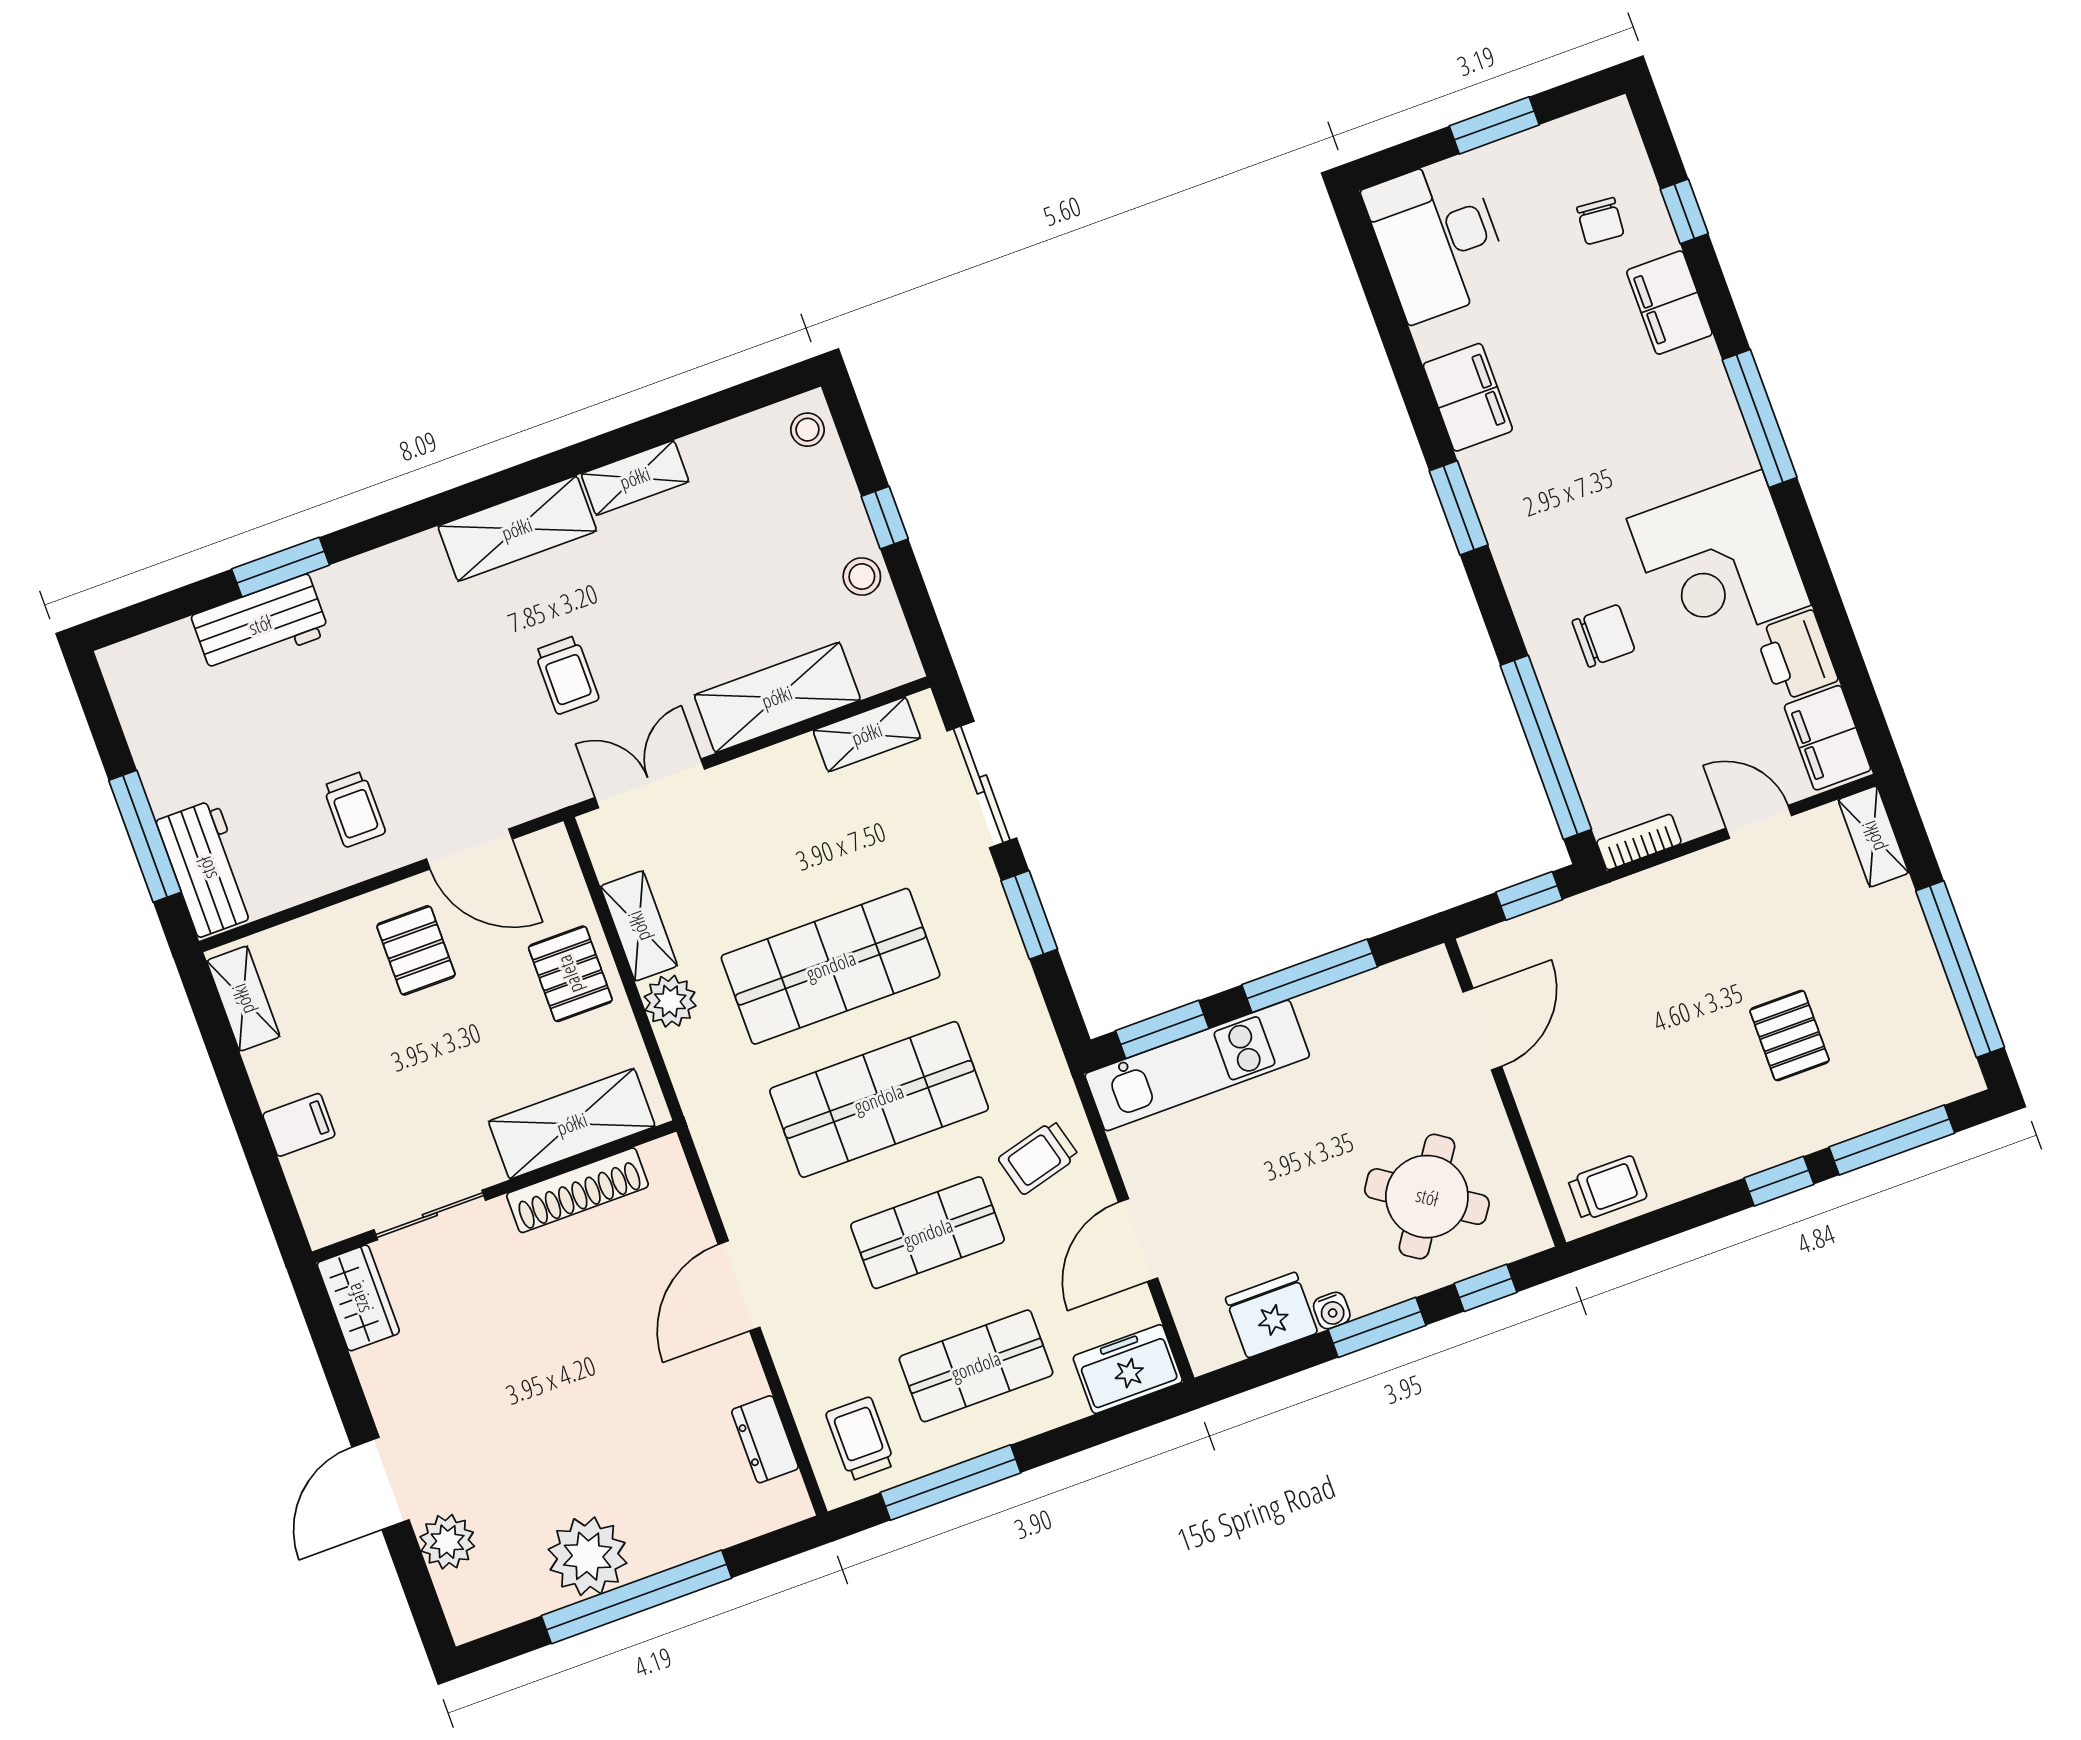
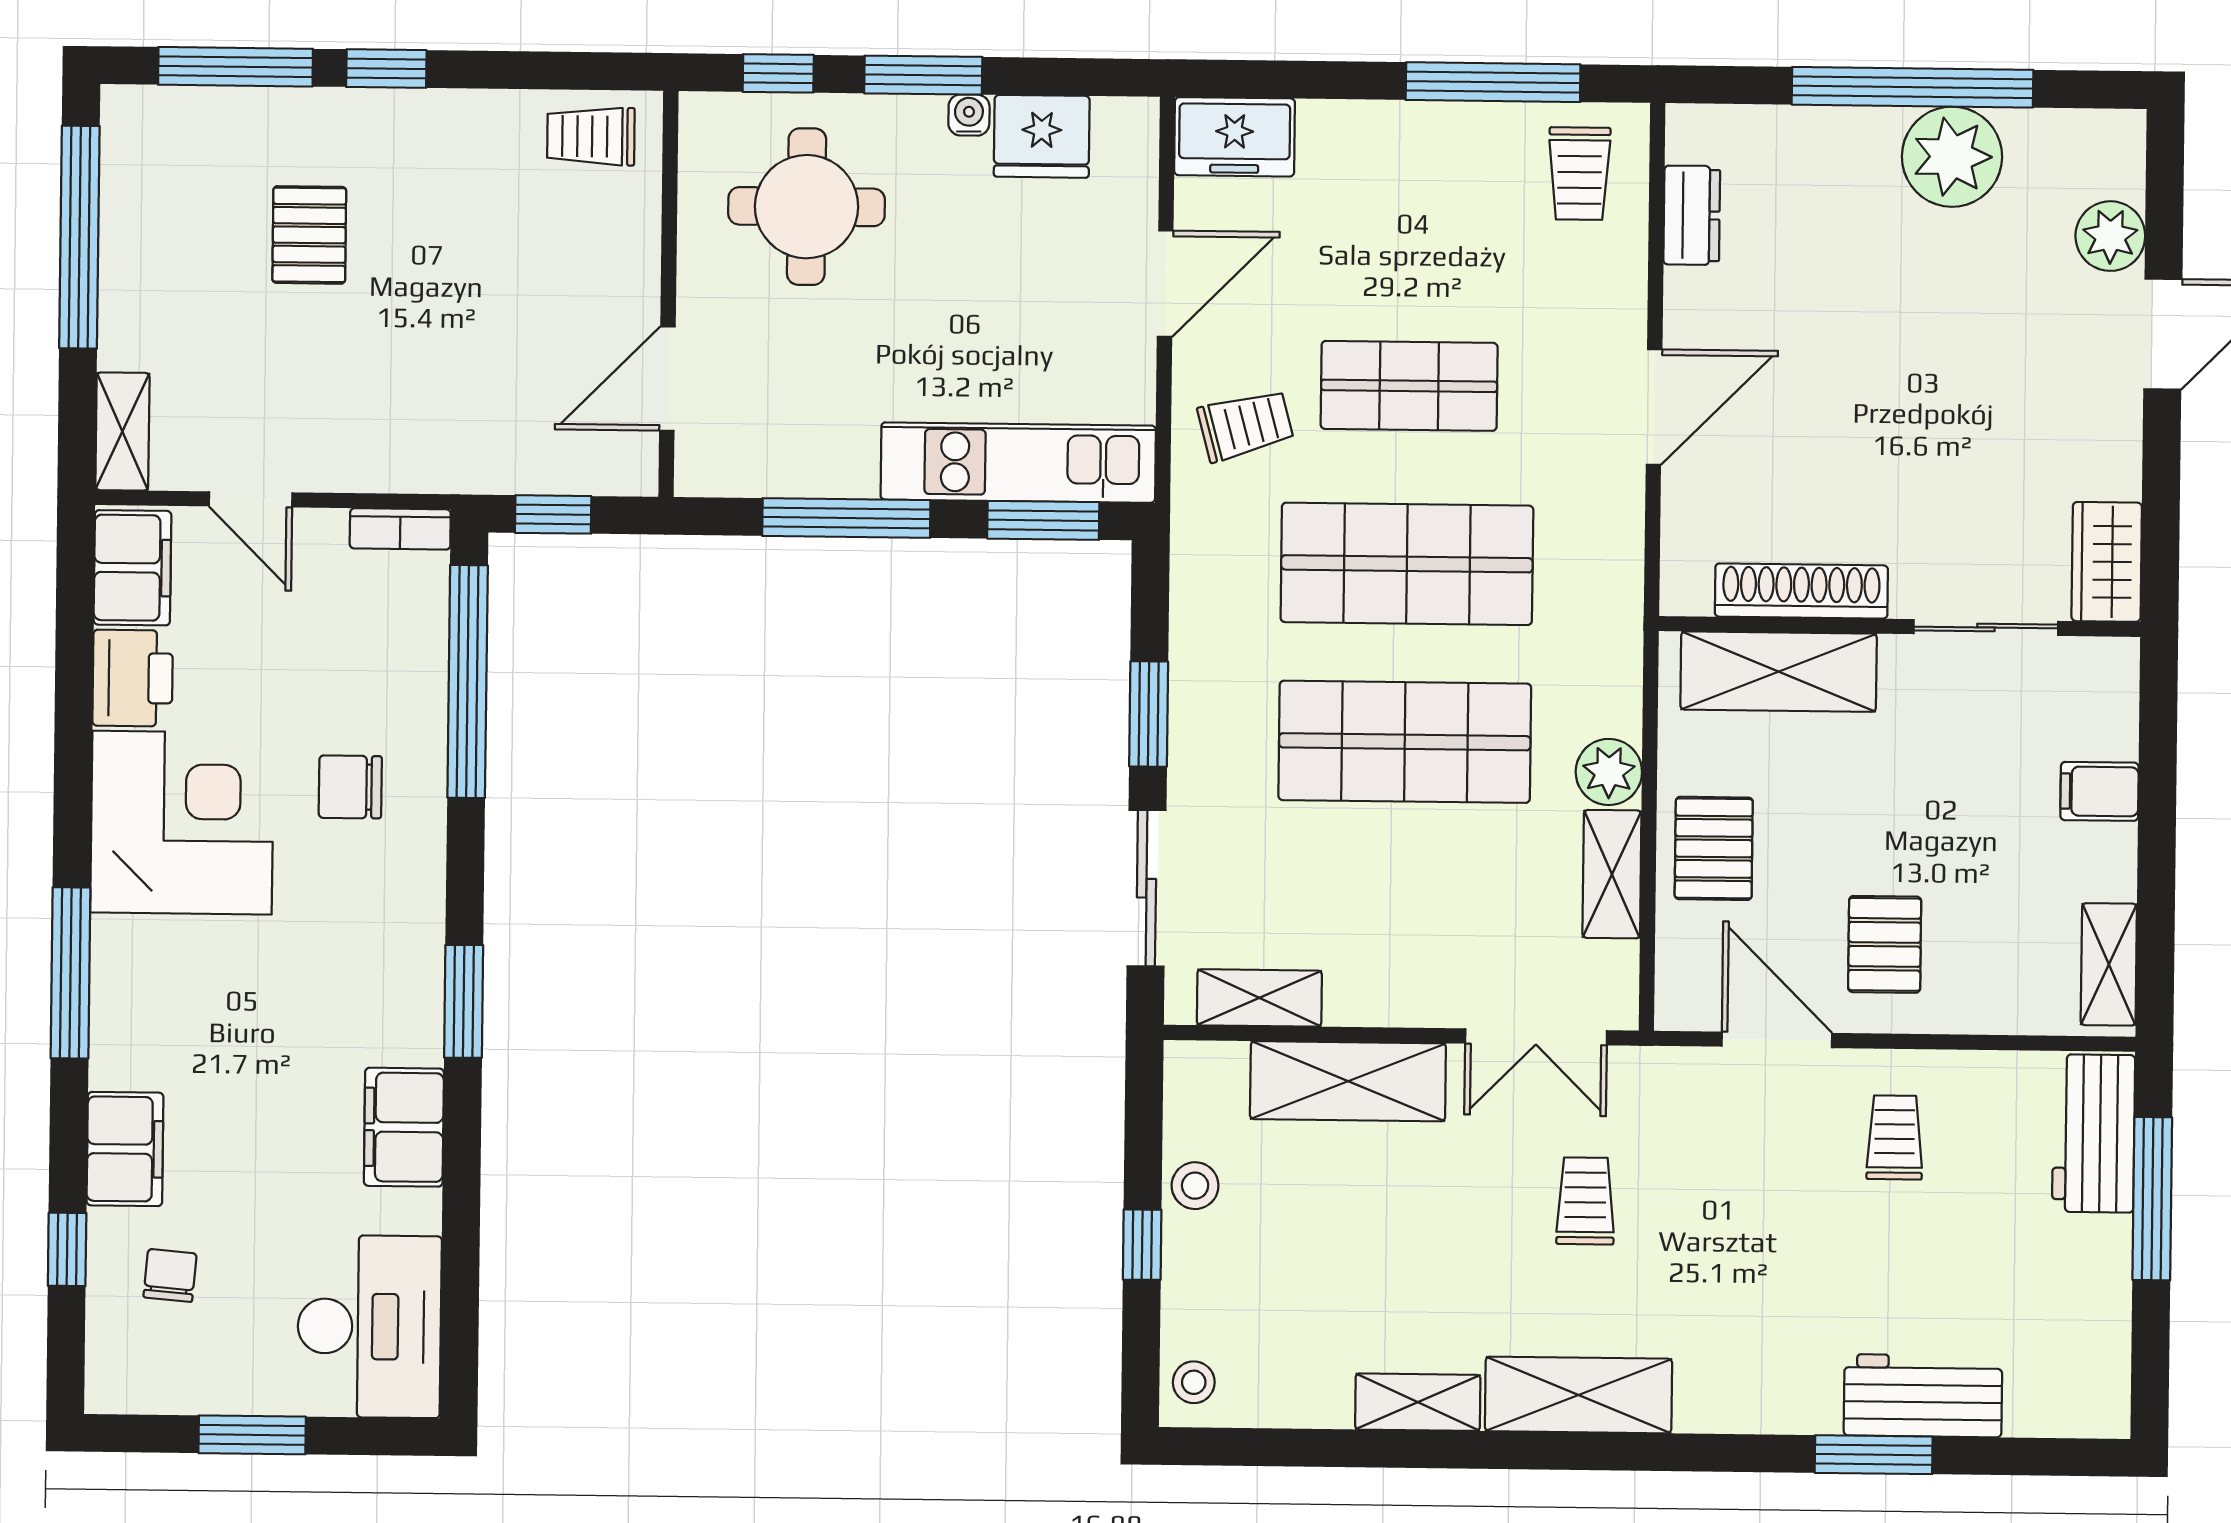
round table: (1427, 1197) -> (807, 207), turned -34
shop shelf: (976, 1366) -> (1411, 208), removed

